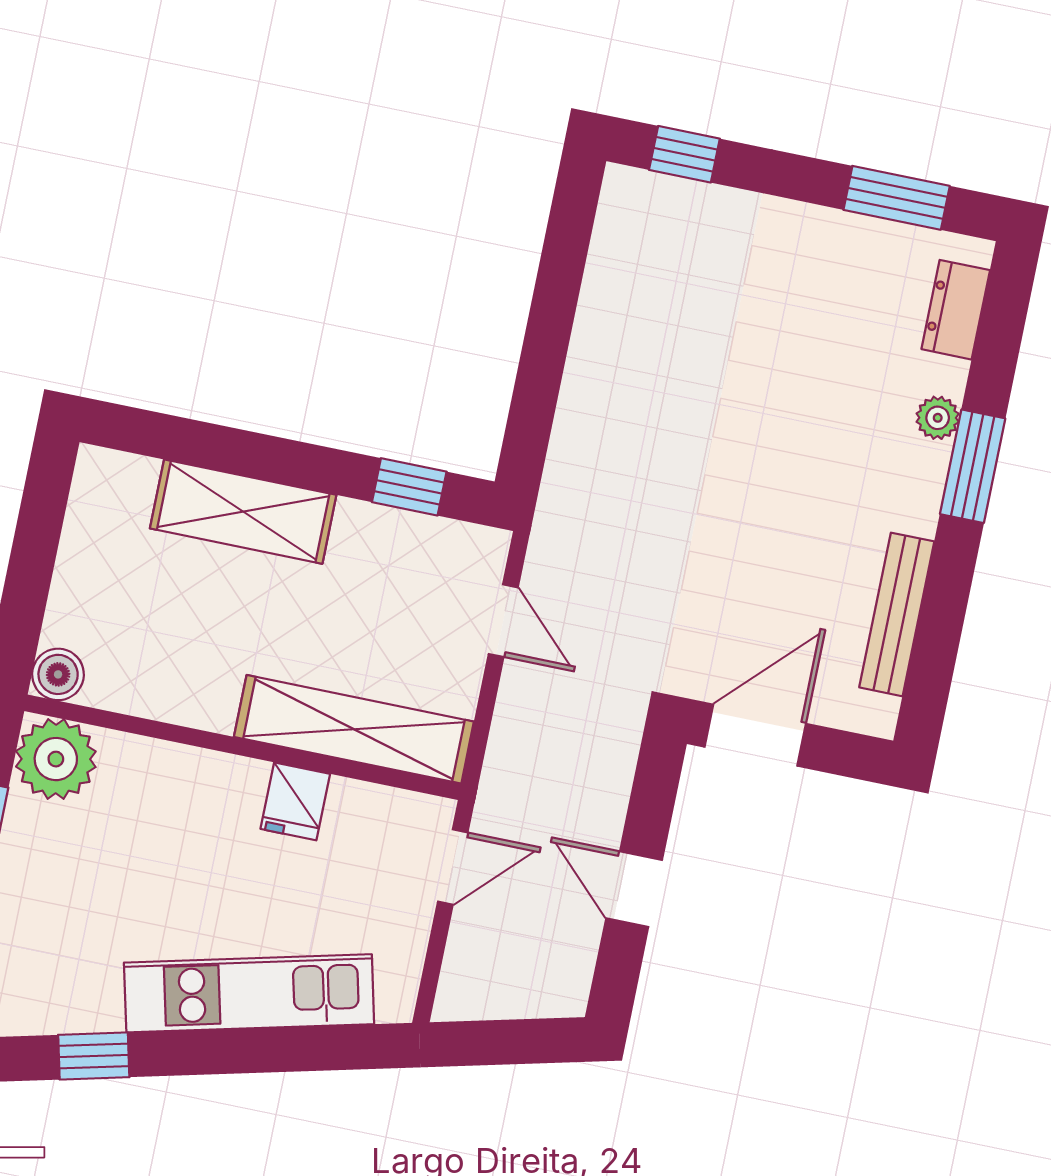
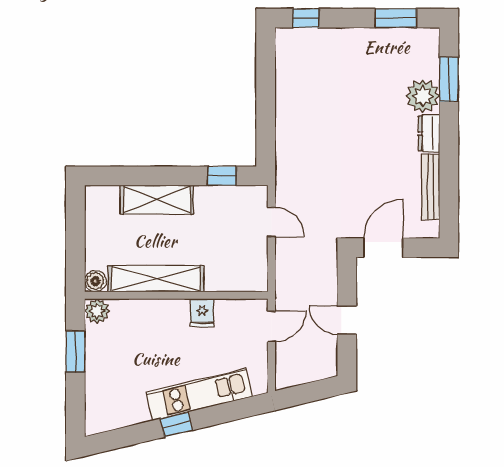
dresser: (956, 310) -> (429, 133), moved
plant: (938, 418) -> (423, 96), width x1.88, depth x1.88
window: (973, 466) -> (449, 79), moved
shelving: (354, 729) -> (156, 279), moved
plant: (56, 759) -> (97, 311), width x0.73, depth x0.73
window: (94, 1056) -> (176, 424), moved

